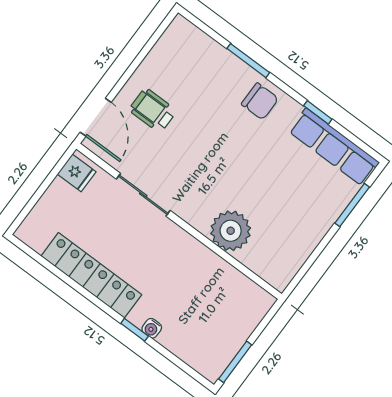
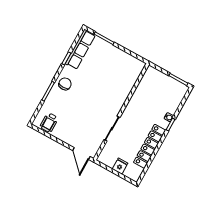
wheelchair: (153, 110) -> (49, 123), moved
door: (96, 117) -> (81, 154), swing flipped
fridge: (77, 173) -> (120, 166), moved
plant: (231, 231) -> (122, 89), removed

